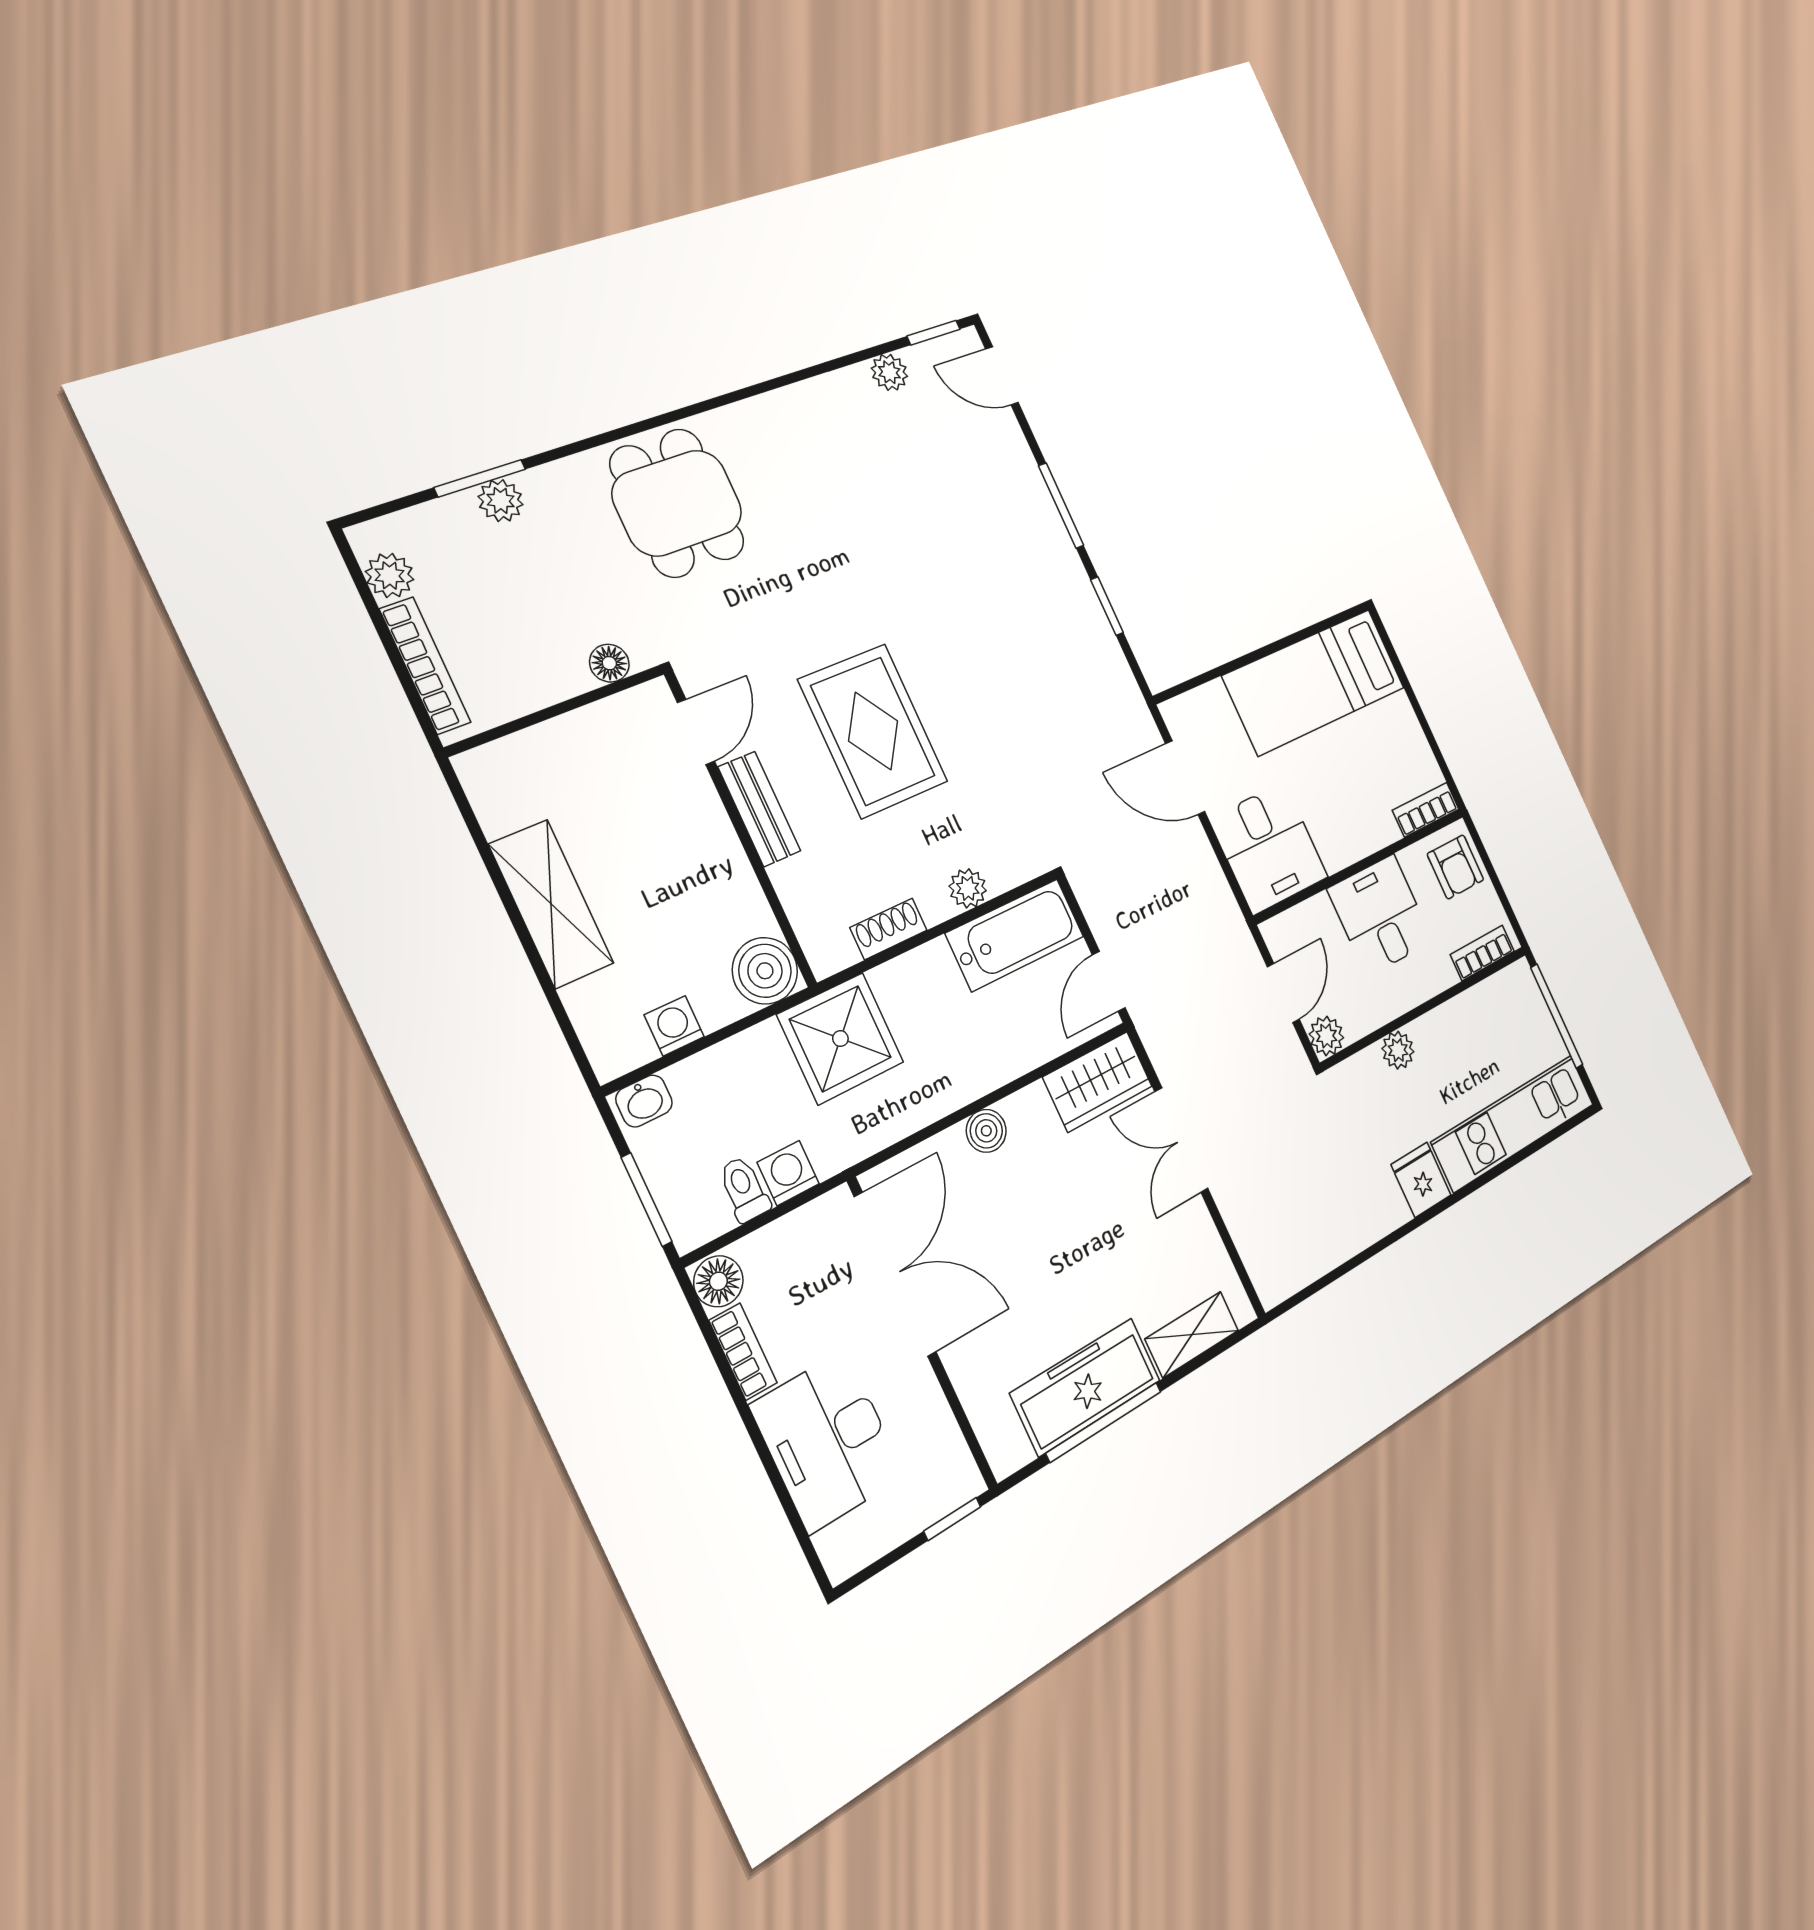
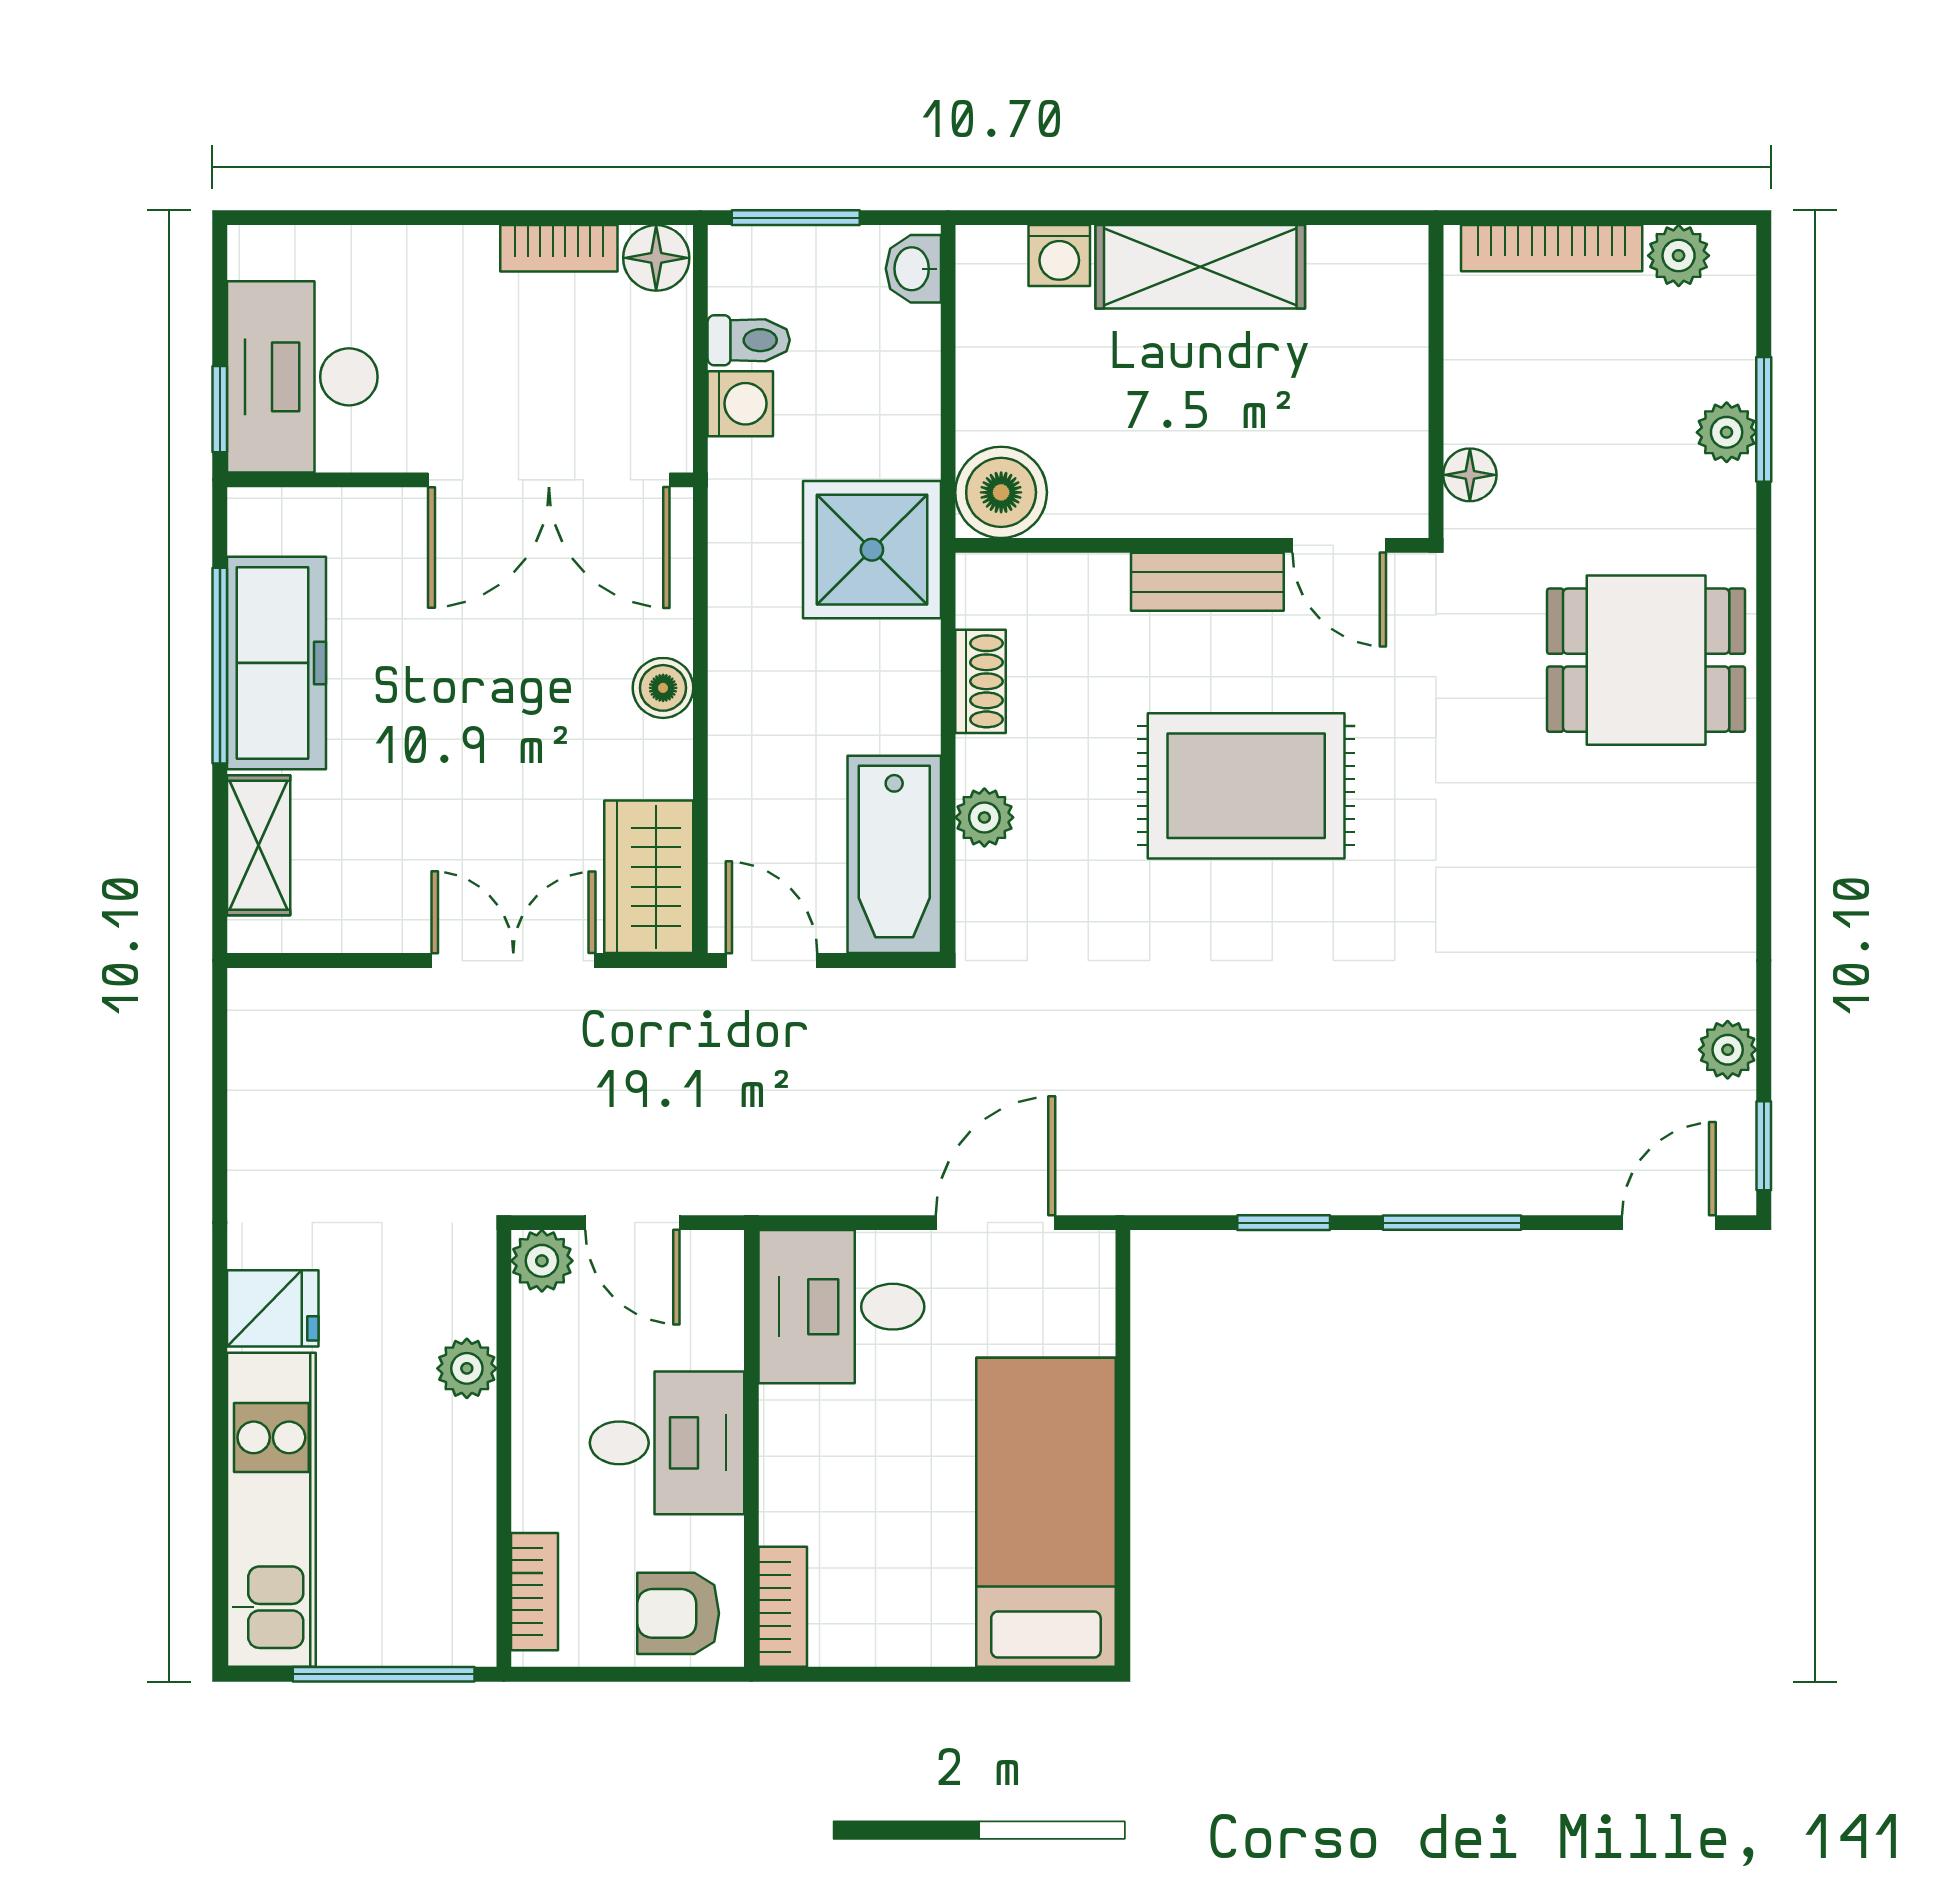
washing machine: (674, 1026) -> (1059, 256), moved, turned 90
desk: (828, 1441) -> (302, 377), moved, turned -90

